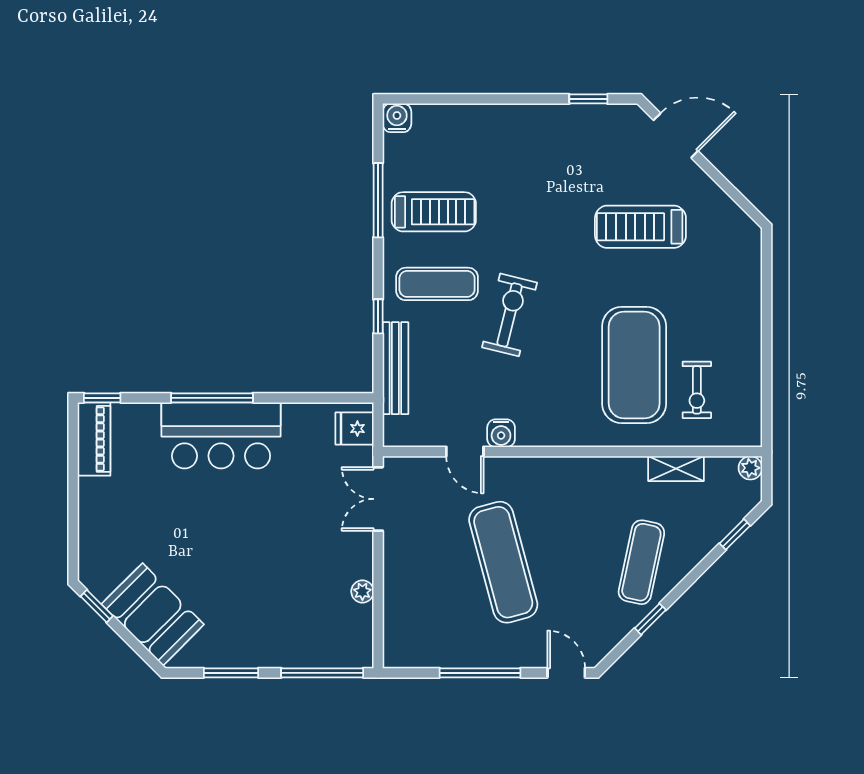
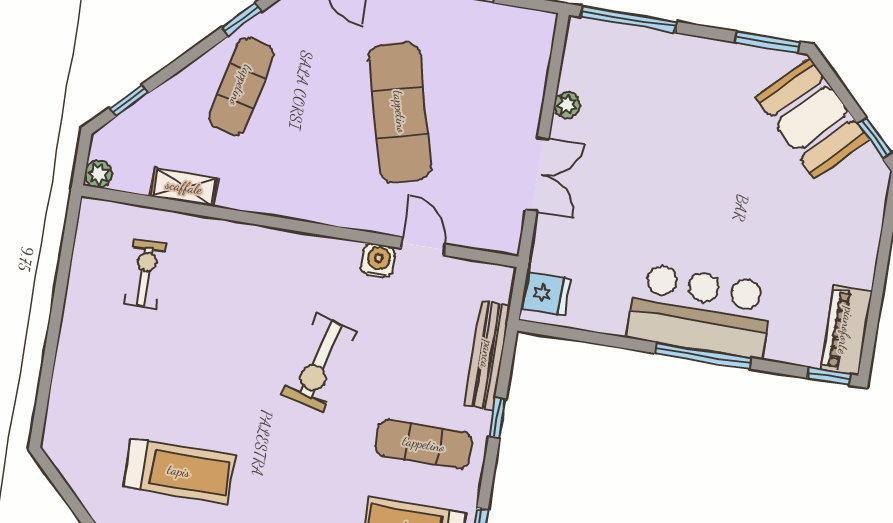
exercise bike: (510, 315) -> (319, 363), moved
exercise mat: (634, 365) -> (213, 314), removed
double door: (378, 499) -> (537, 174), moved
window: (231, 673) -> (767, 42), moved

